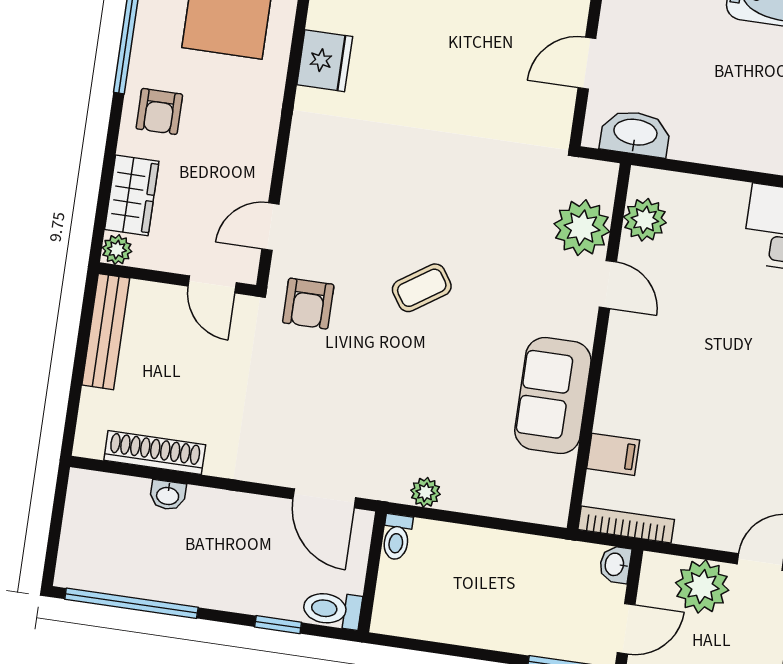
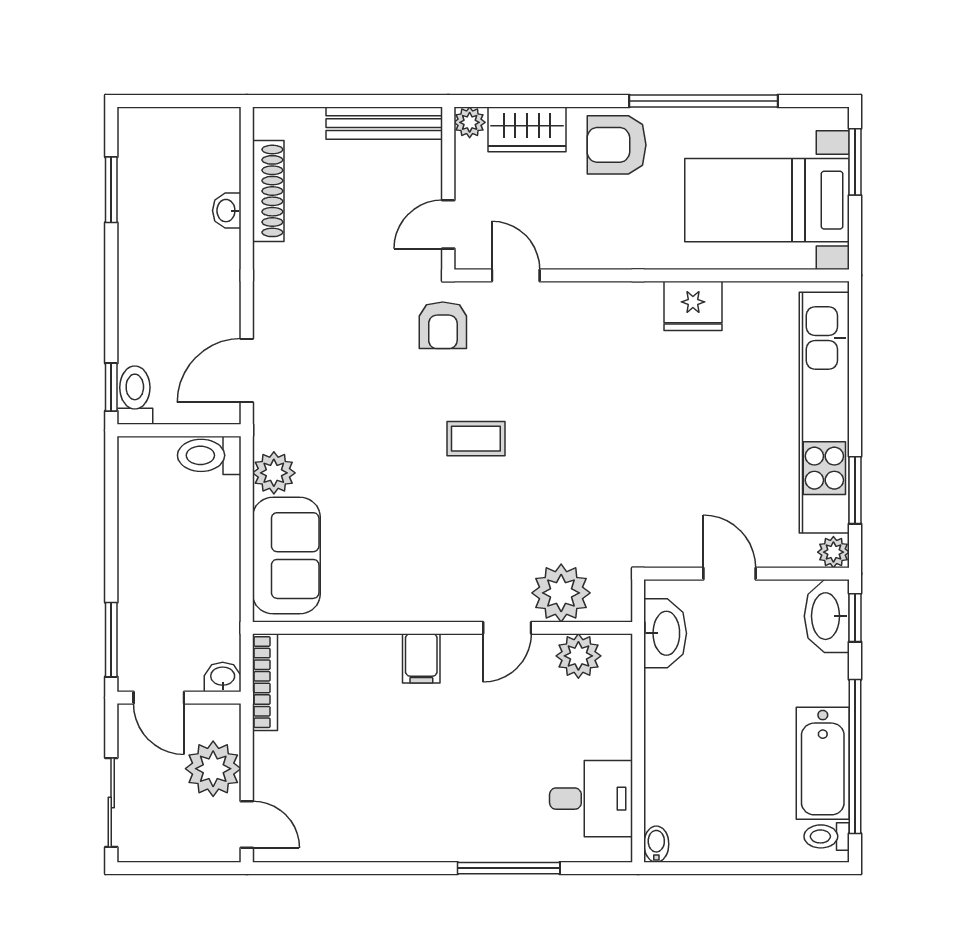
armchair: (159, 111) -> (617, 145), width x1.38, depth x1.38
coffee table: (422, 288) -> (476, 439), turned -56
armchair: (308, 304) -> (443, 325), turned -90
sofa: (553, 395) -> (286, 556), moved, turned 90
filing cabinet: (613, 454) -> (421, 658), moved
plant: (425, 492) -> (274, 473), width x1.38, depth x1.38
toilet: (397, 537) -> (209, 455), width x1.37, depth x1.39
window: (131, 603) -> (111, 190), width x0.47
window: (278, 625) -> (111, 387), moved

